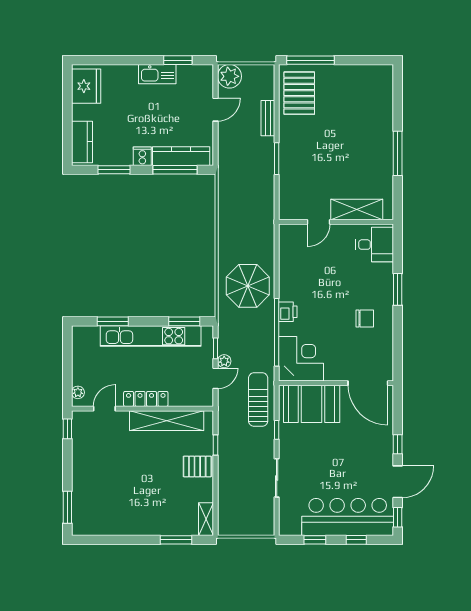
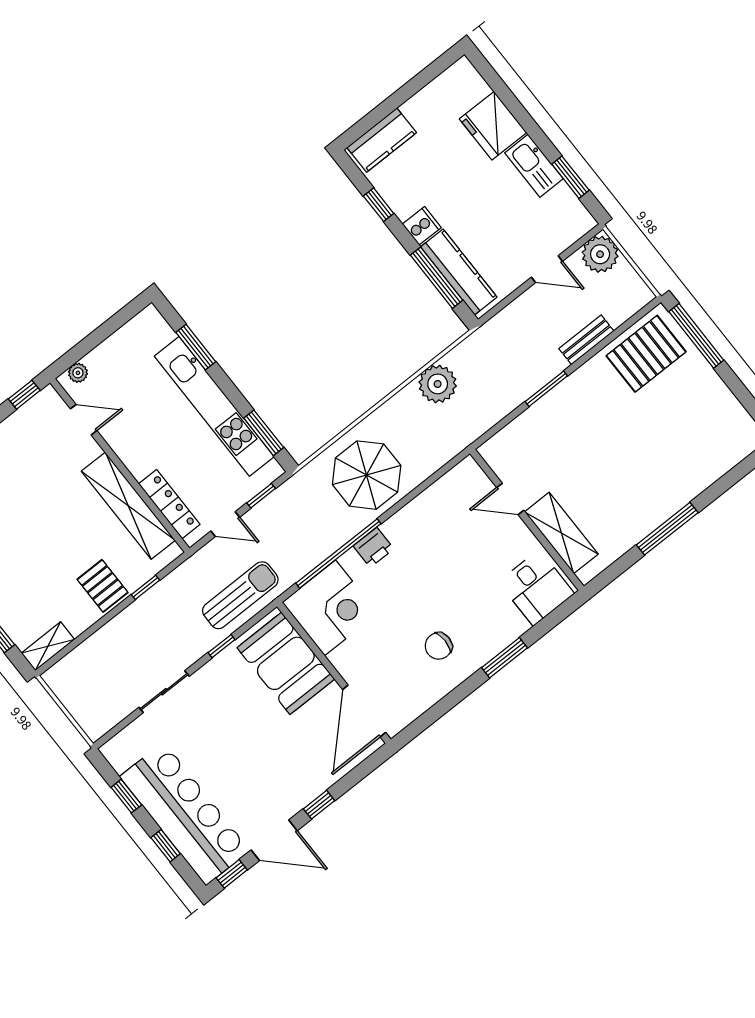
fridge: (86, 86) -> (493, 126), moved, turned 90
window: (114, 170) -> (379, 205), width x0.67
chair: (365, 318) -> (439, 646), turned 90
plant: (224, 361) -> (438, 384), moved, width x1.88, depth x1.88
locker: (146, 399) -> (169, 504), moved

